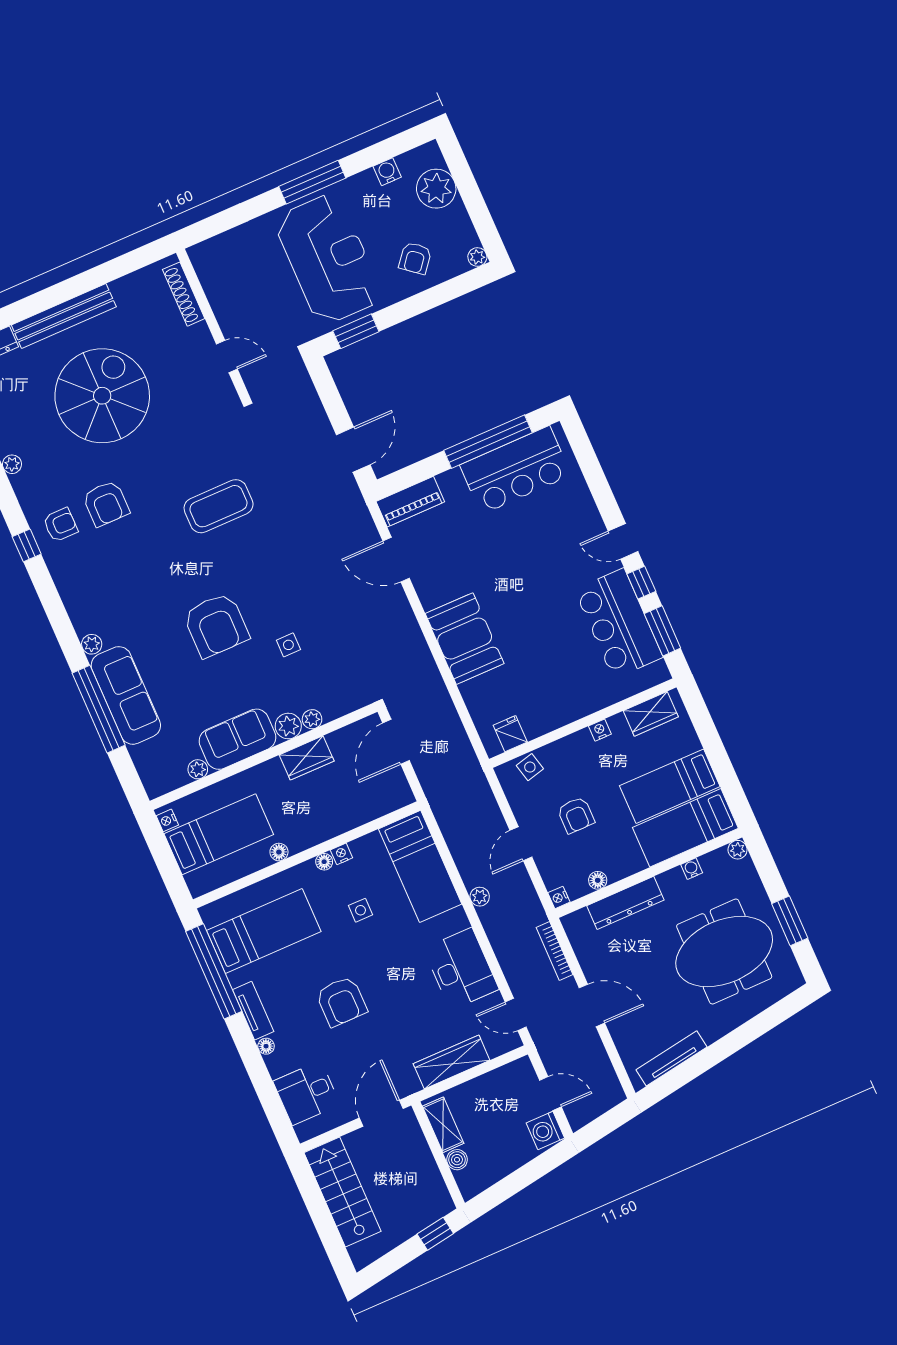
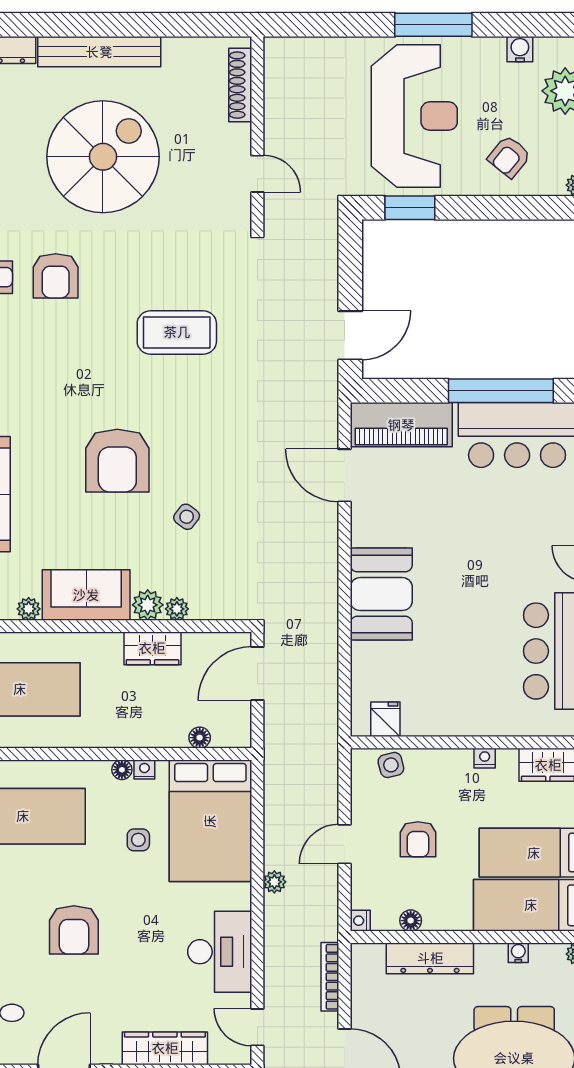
piano: (410, 502) -> (401, 425), width x1.37, depth x1.33
side table: (288, 645) -> (187, 517), turned 37
floor lamp: (279, 852) -> (200, 738), moved
bed: (420, 866) -> (210, 821), width x1.50

